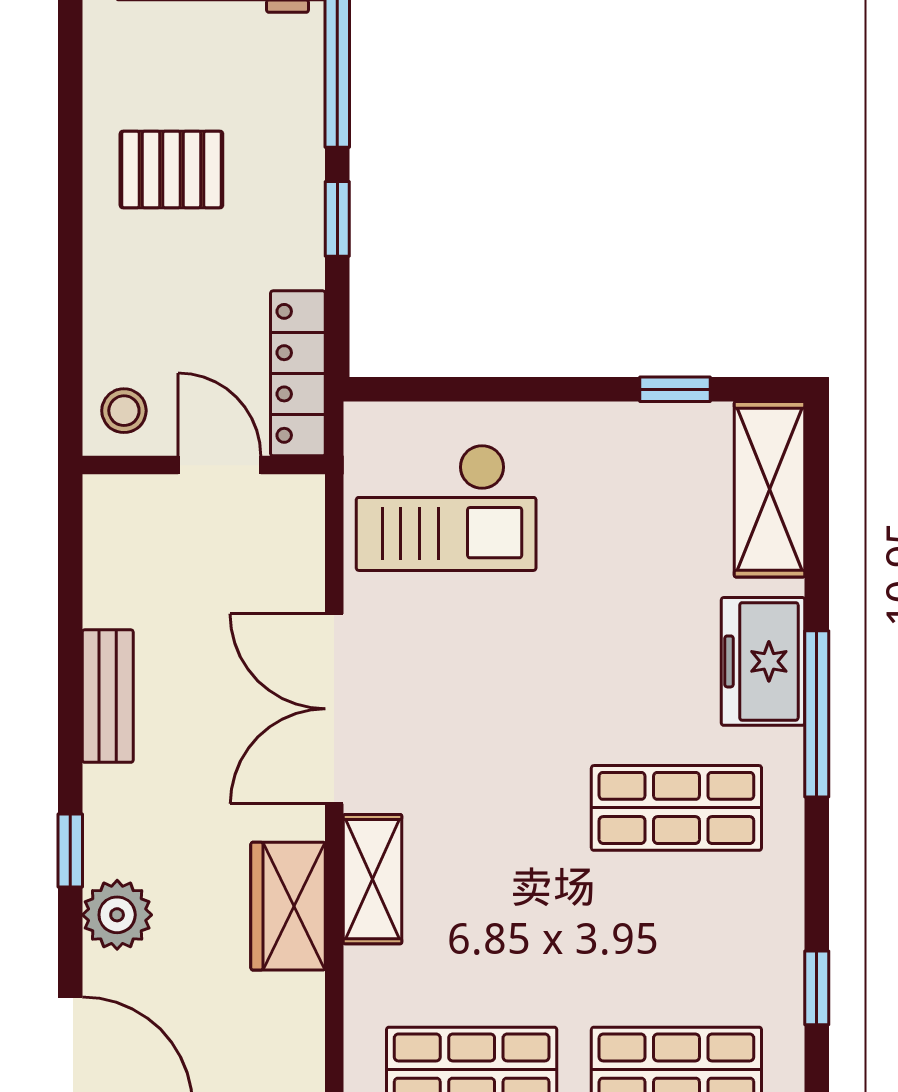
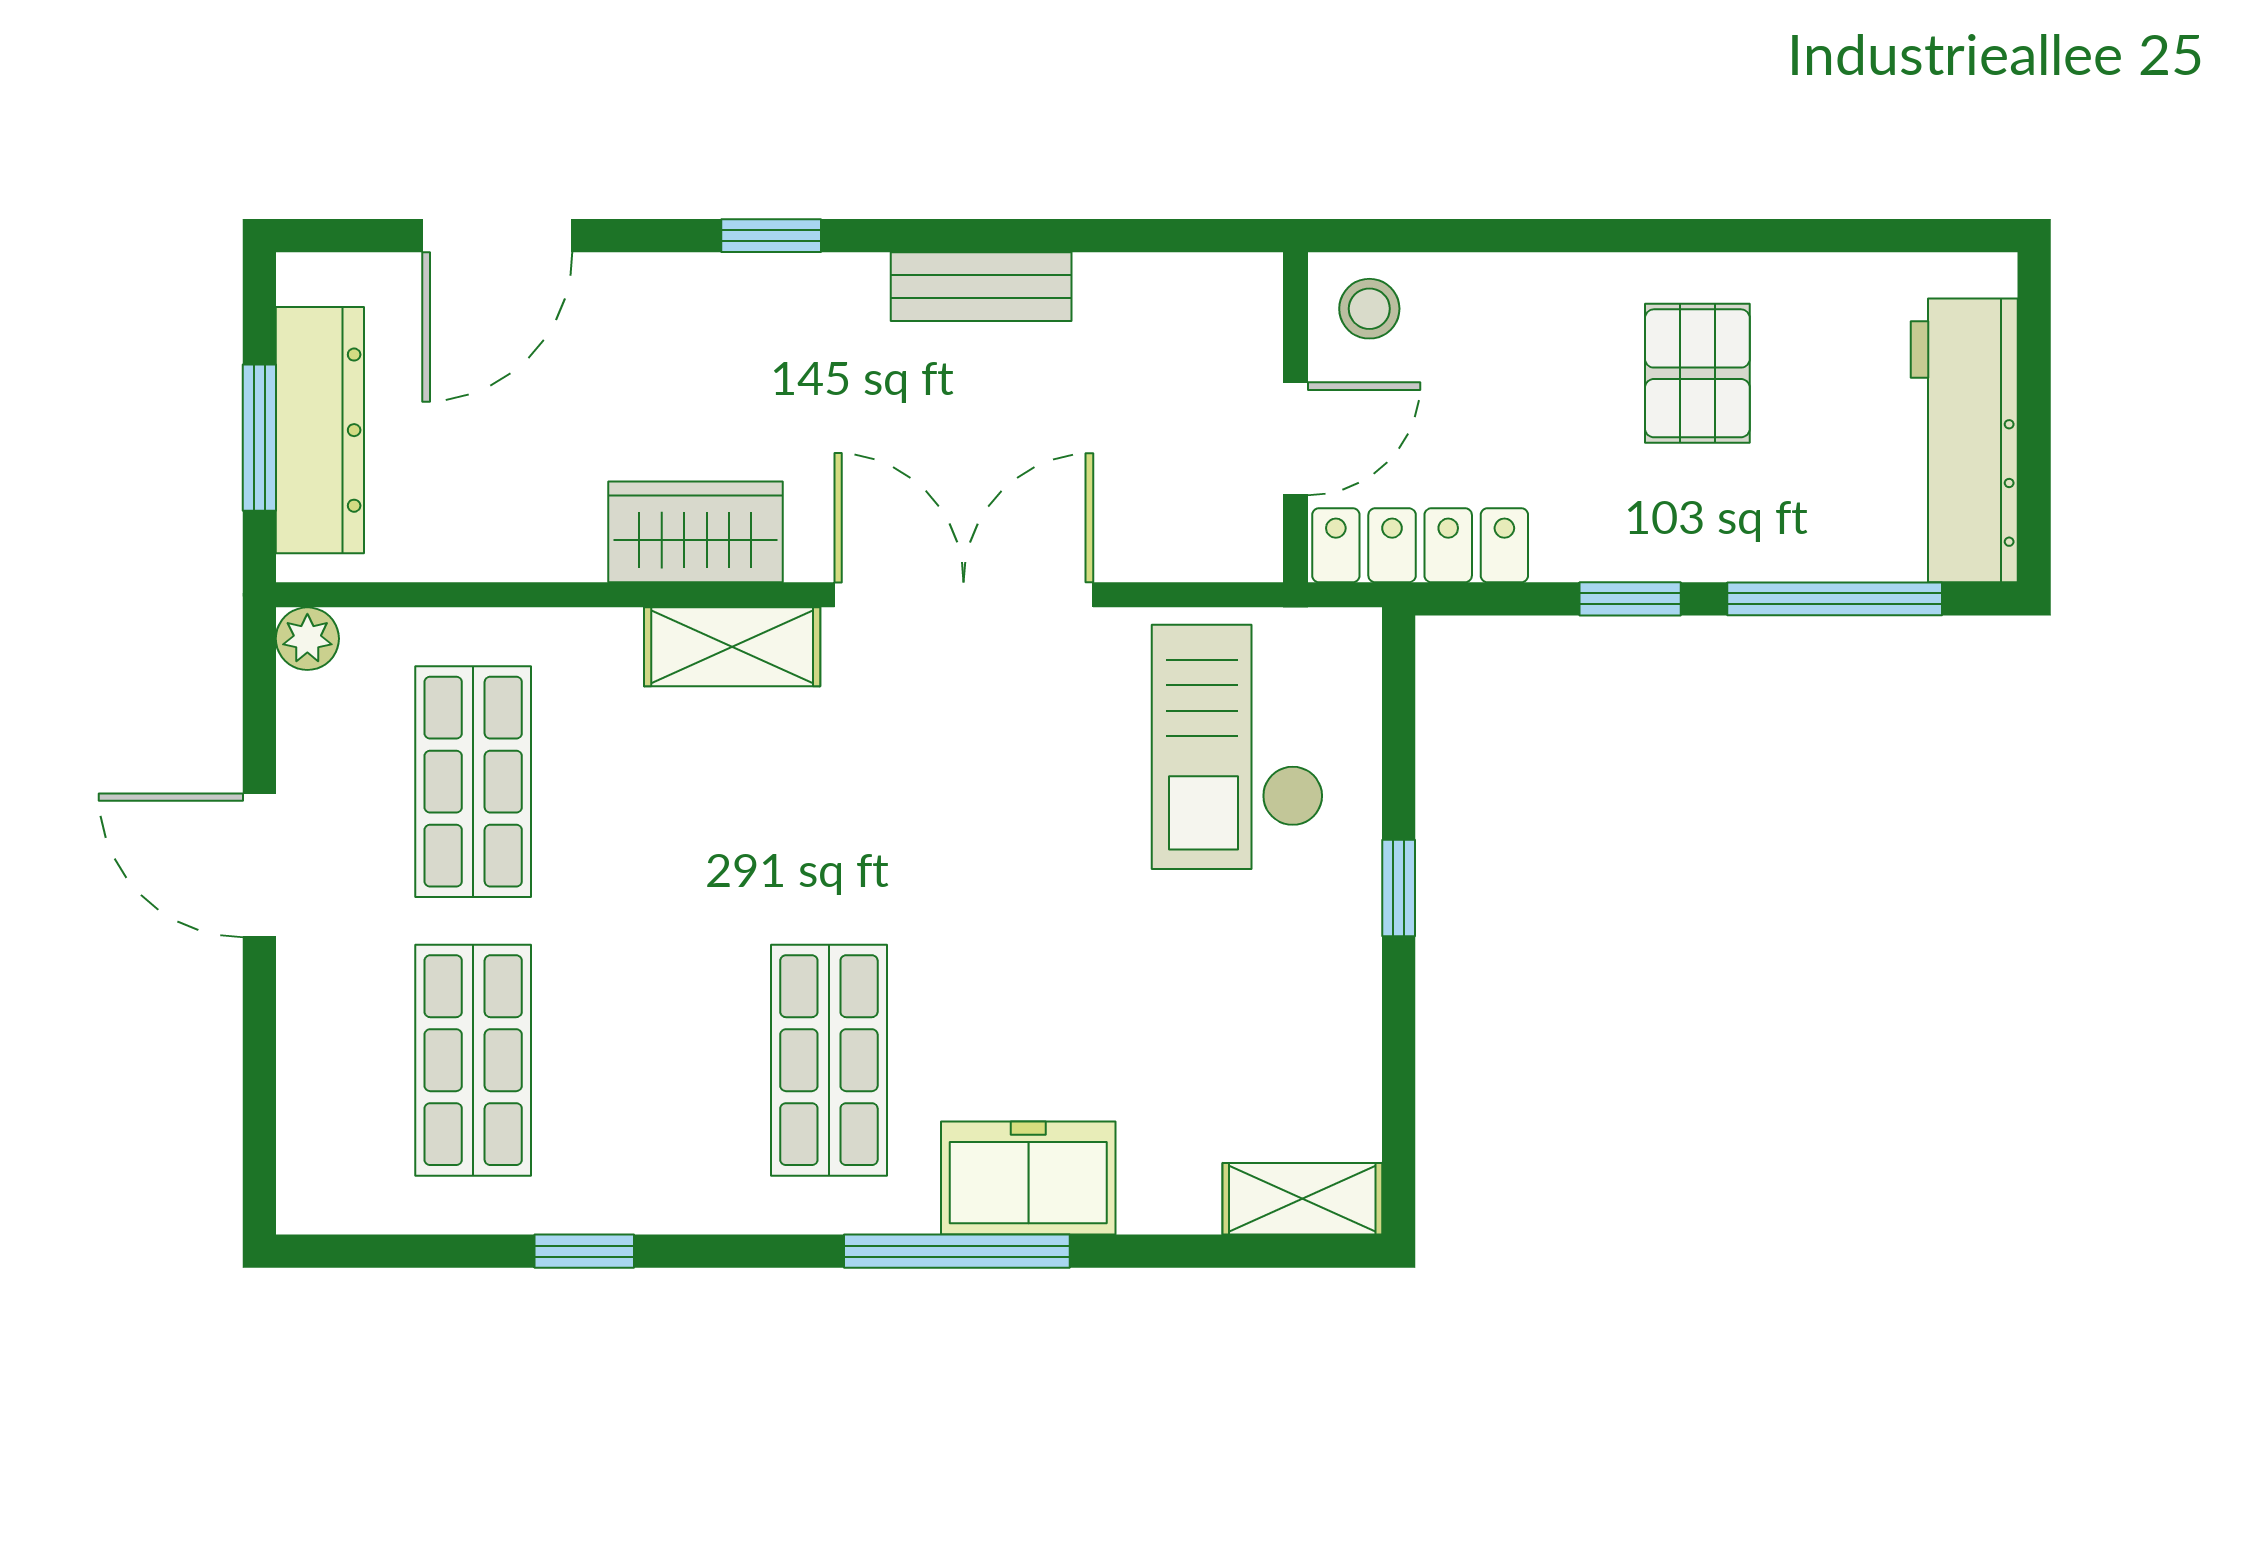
window: (675, 389) -> (1399, 888), moved
shelving: (770, 489) -> (1302, 1199), width x0.67, depth x0.75
plant: (117, 915) -> (684, 299), removed

